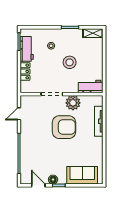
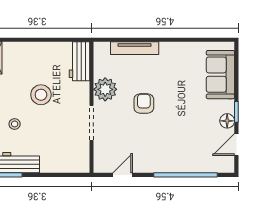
locker: (25, 71) -> (56, 165), removed
door: (19, 114) -> (123, 175), swing flipped
armchair: (64, 127) -> (144, 103), width x0.53, depth x0.53

